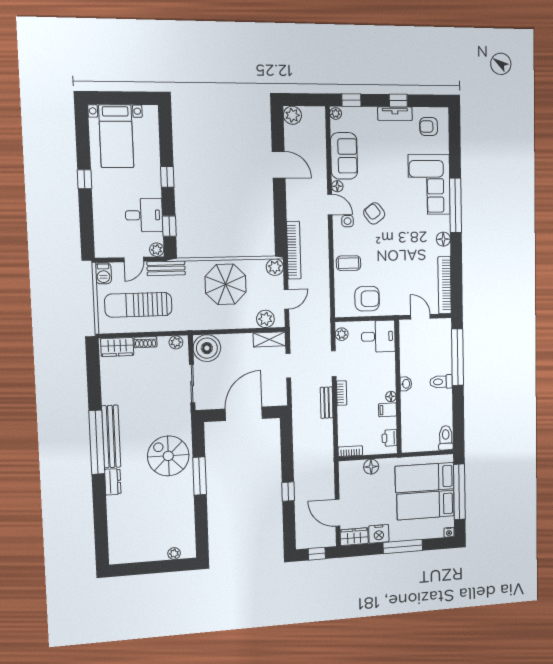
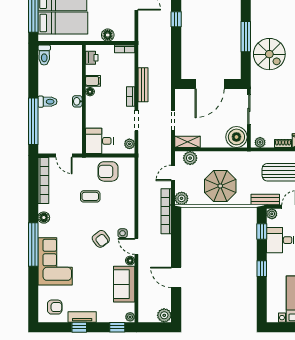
coffee table: (349, 263) -> (90, 196), moved
bench: (327, 403) -> (143, 85), width x1.36

